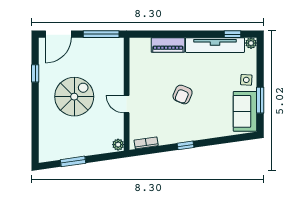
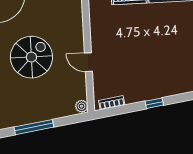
armchair: (183, 94) -> (148, 48), removed
window: (73, 161) -> (34, 127), width x1.44

